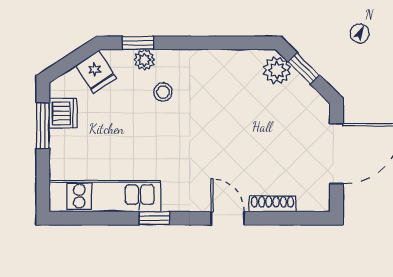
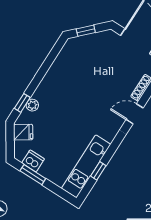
plant: (277, 70) -> (78, 44), removed
stool: (163, 92) -> (54, 106), removed
window: (154, 218) -> (98, 171), moved

